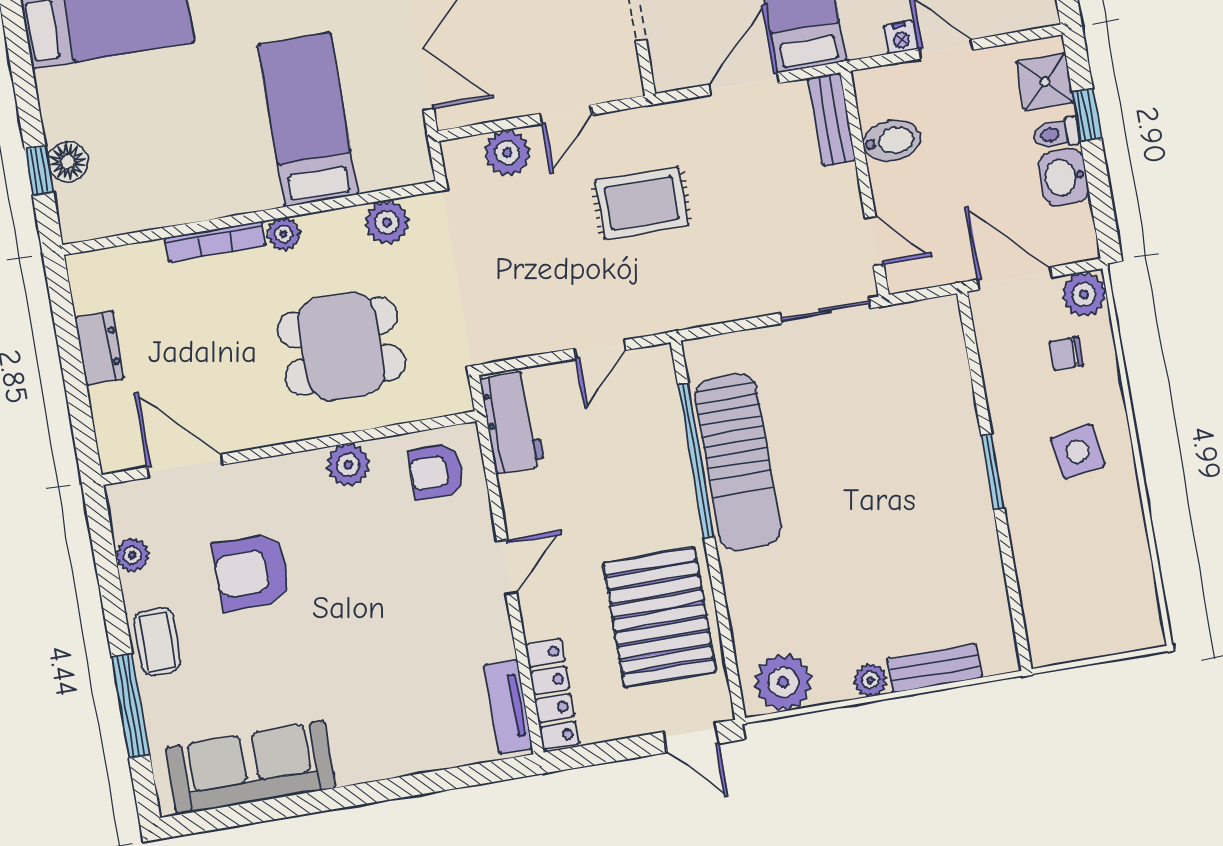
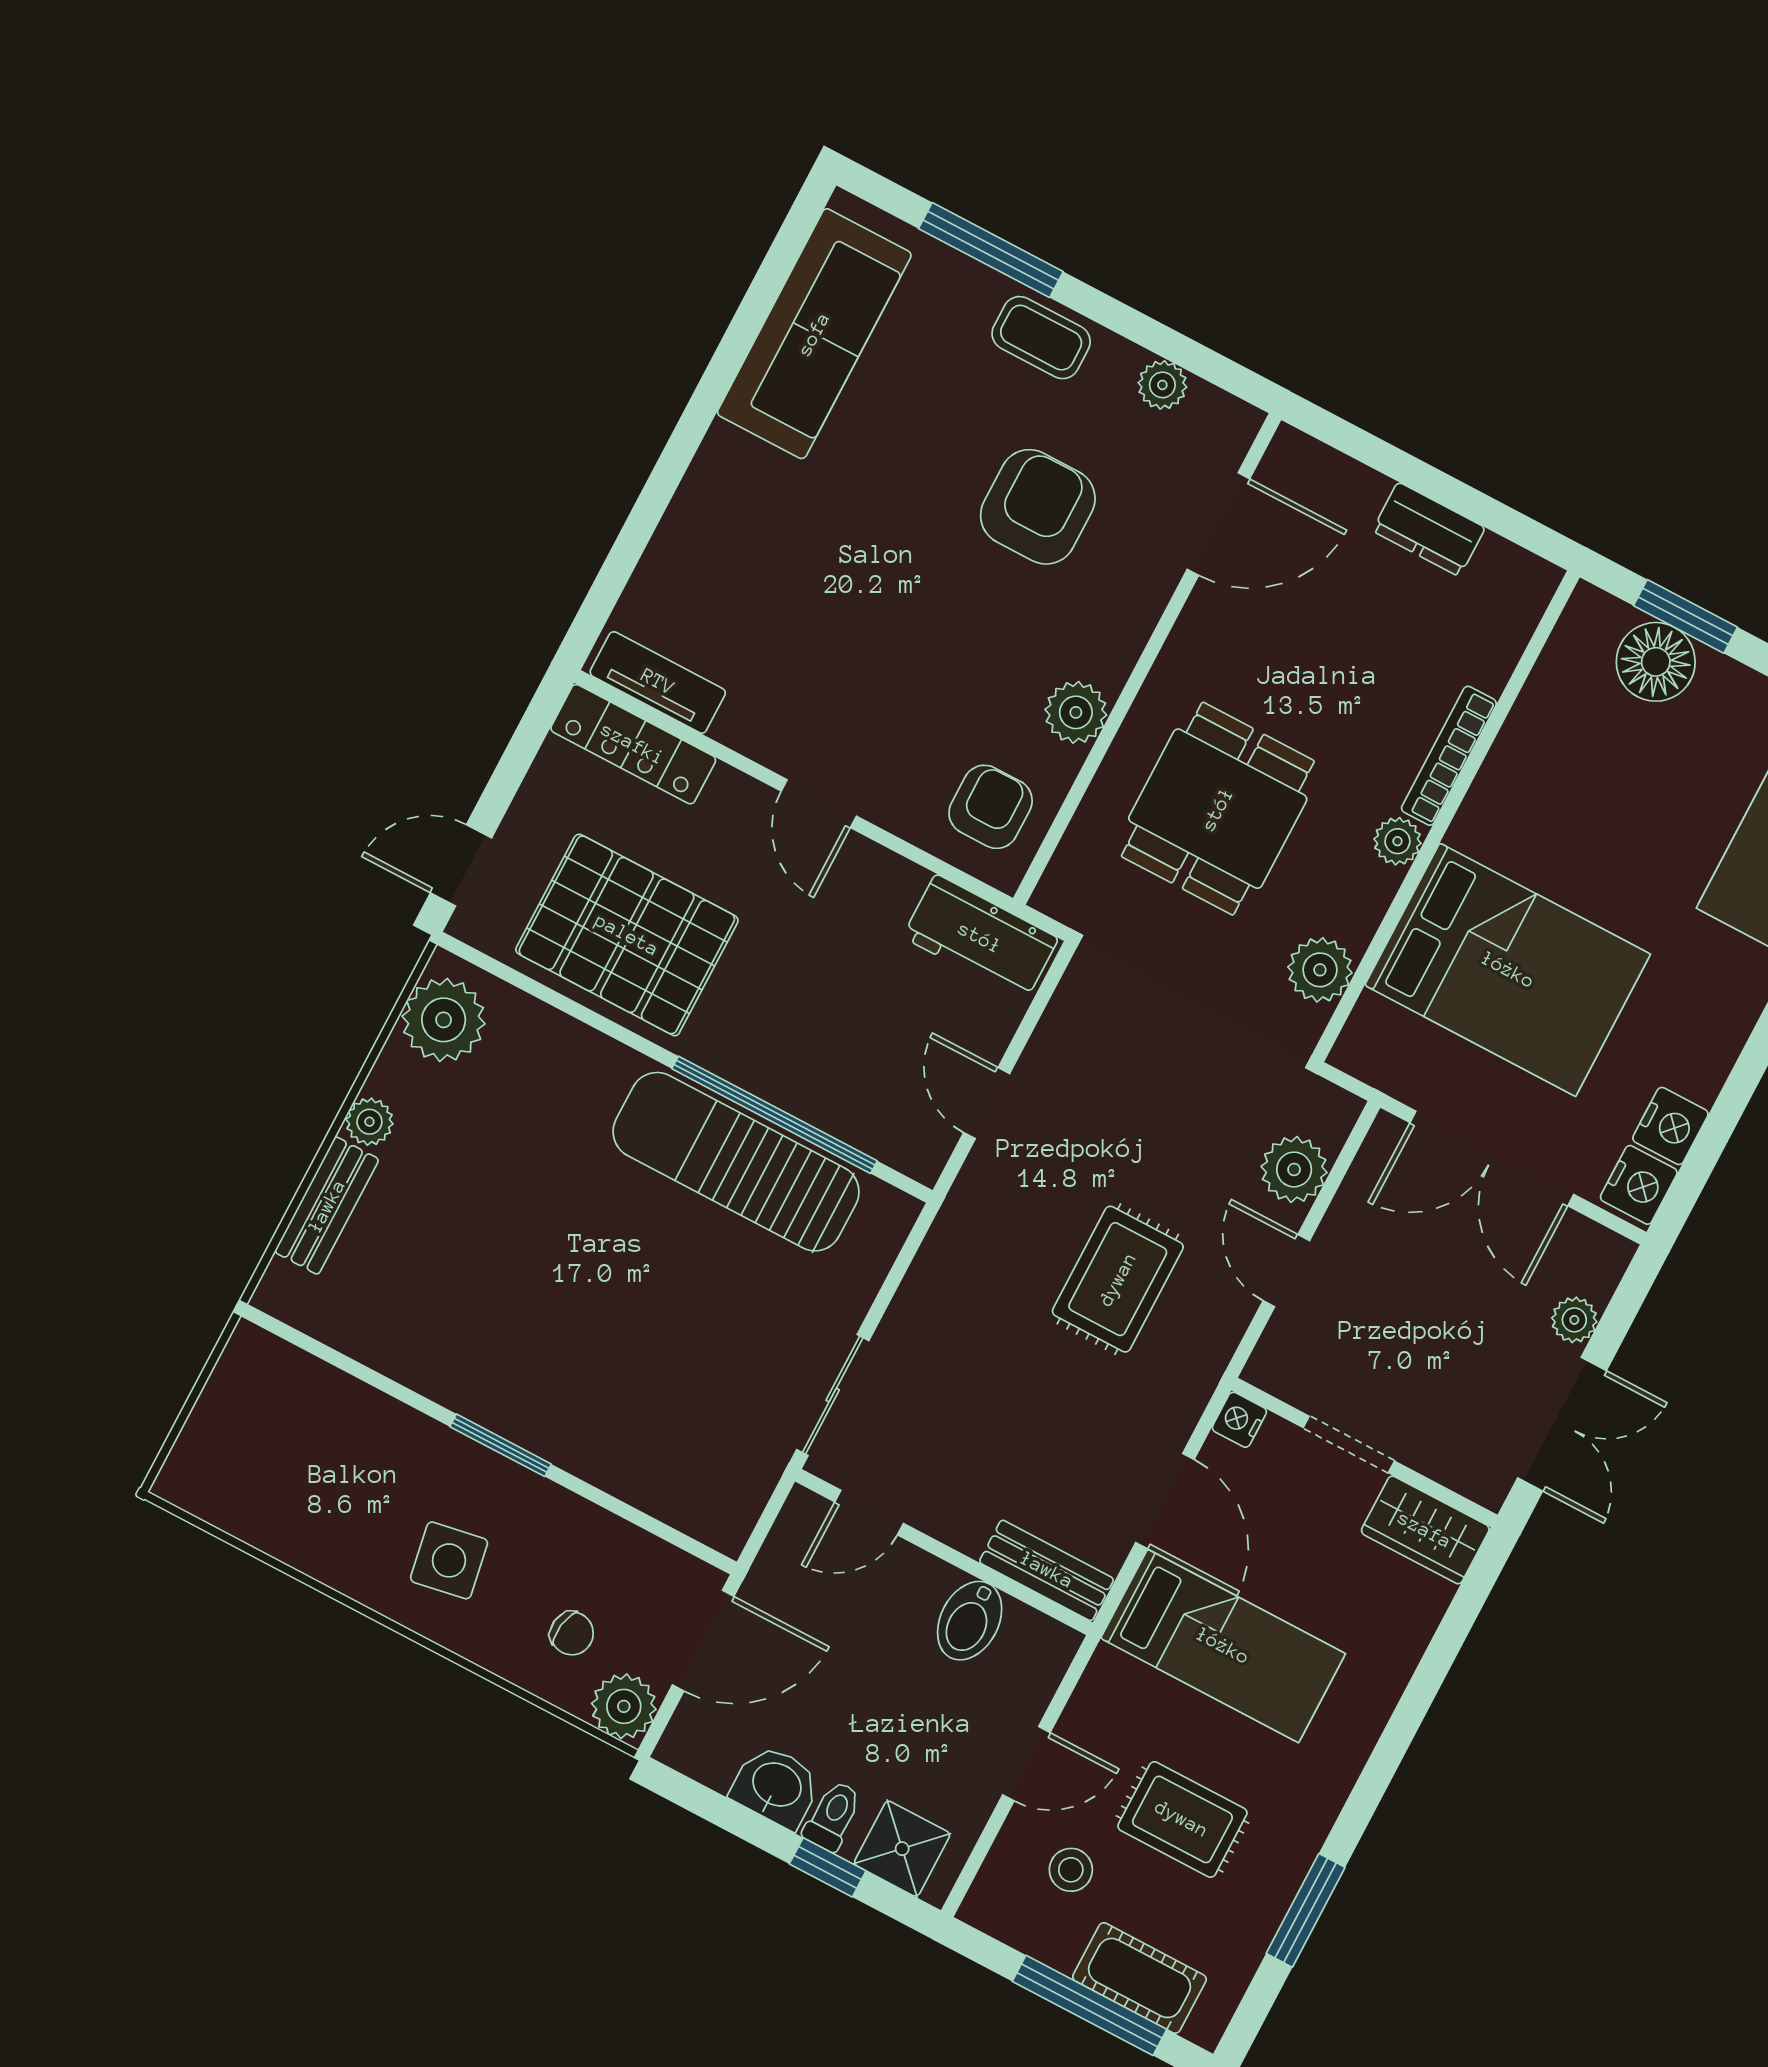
nightstand: (901, 37) -> (1239, 1420), moved
bed: (308, 120) -> (1508, 970), width x1.50
floor lamp: (68, 162) -> (1656, 662), width x1.38, depth x1.38
window: (39, 171) -> (1686, 616), width x1.50
chair: (1066, 354) -> (572, 1633), turned 99

